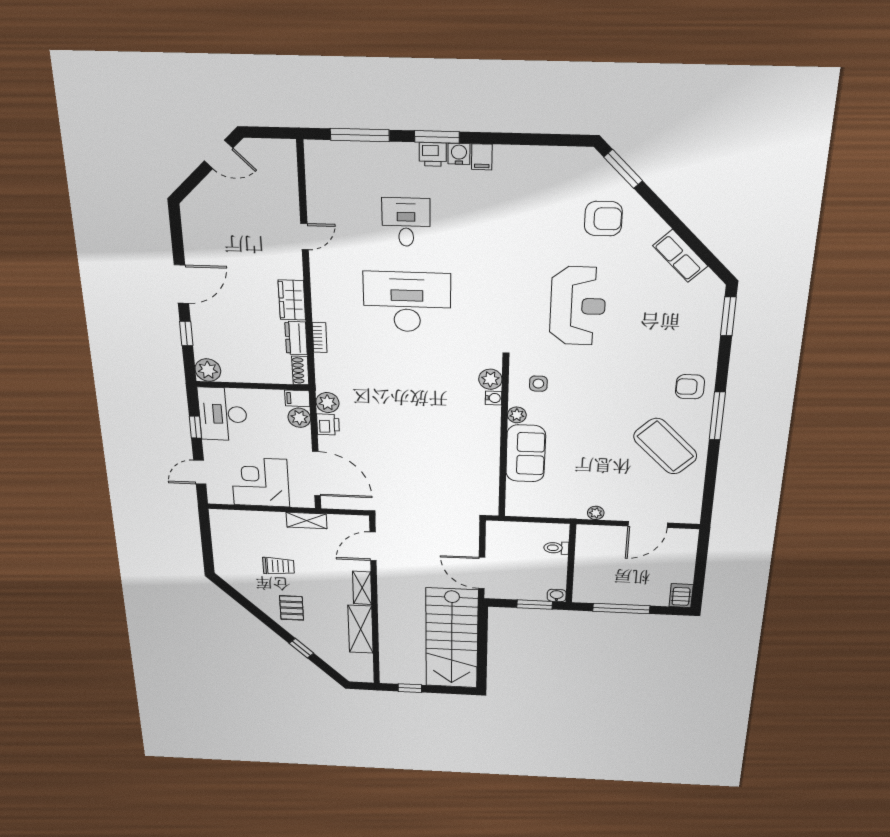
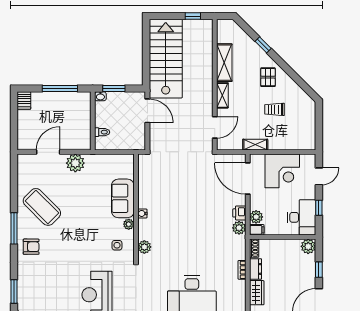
water cooler: (494, 398) -> (142, 213), moved
plant: (596, 513) -> (75, 163), width x1.88, depth x1.88

